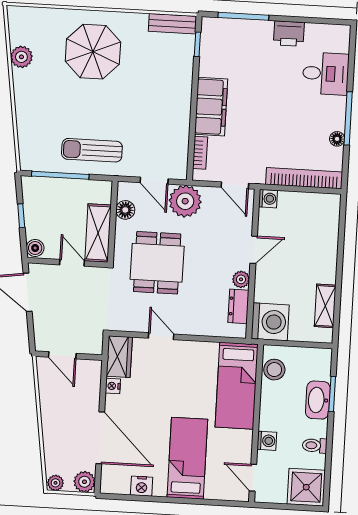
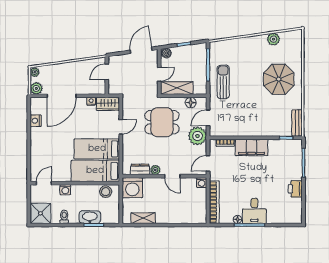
desk: (326, 74) -> (254, 211), moved
bed: (187, 458) -> (97, 149), moved, turned 180

